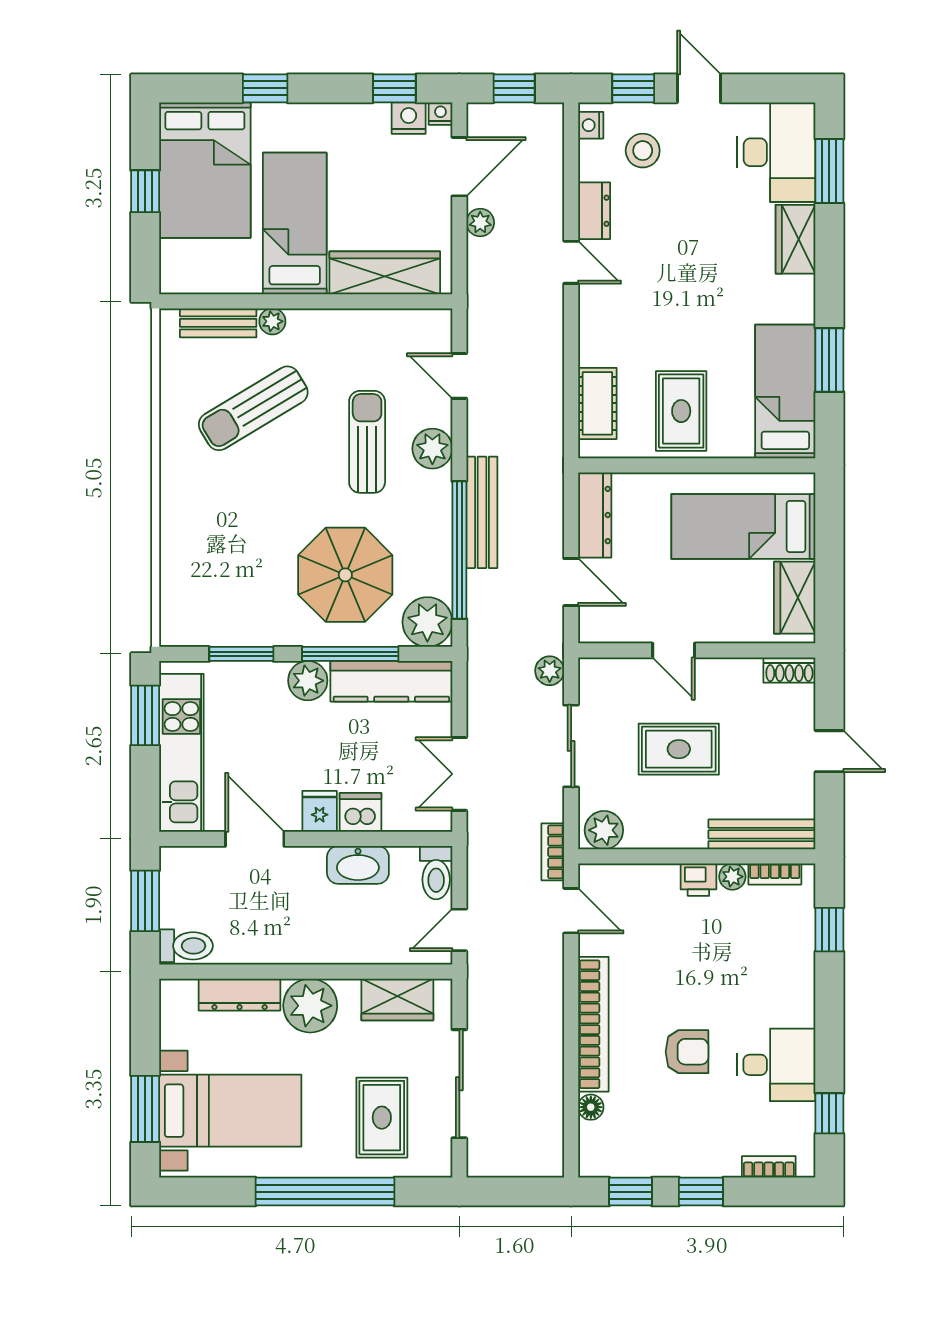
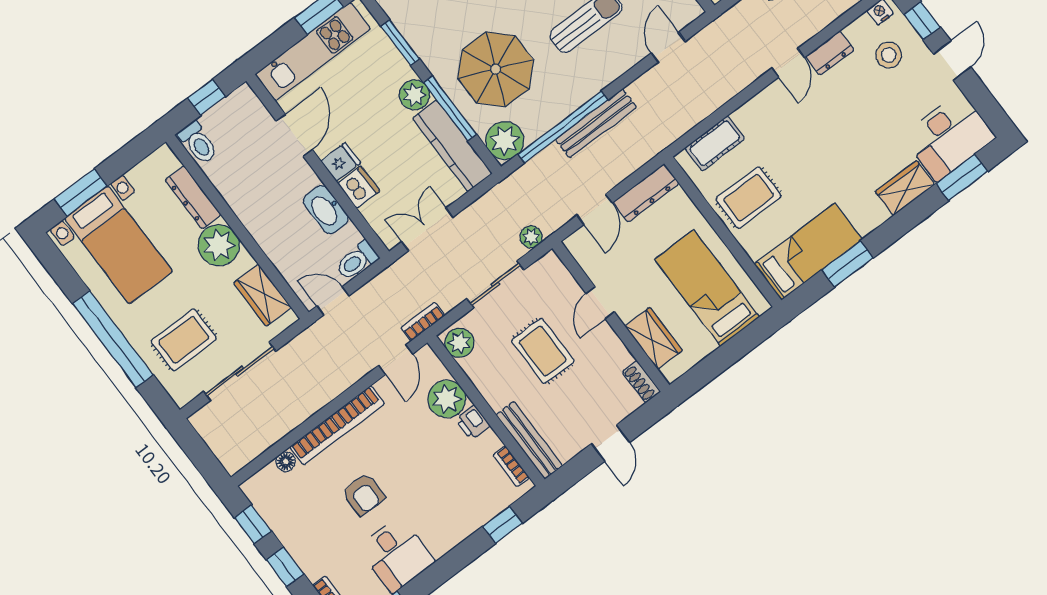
plant: (432, 449) -> (612, 64), removed
wardrobe: (795, 598) -> (654, 338), moved, turned 90
plant: (732, 877) -> (447, 399), moved, width x1.87, depth x1.87
window: (145, 901) -> (207, 97), width x0.67

